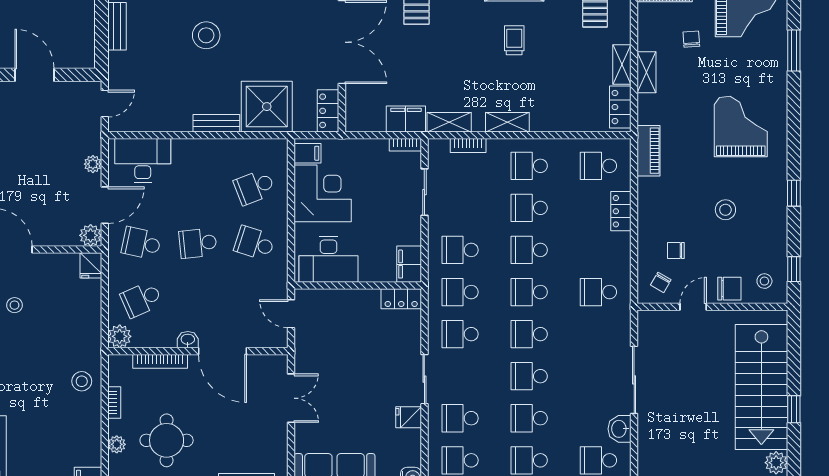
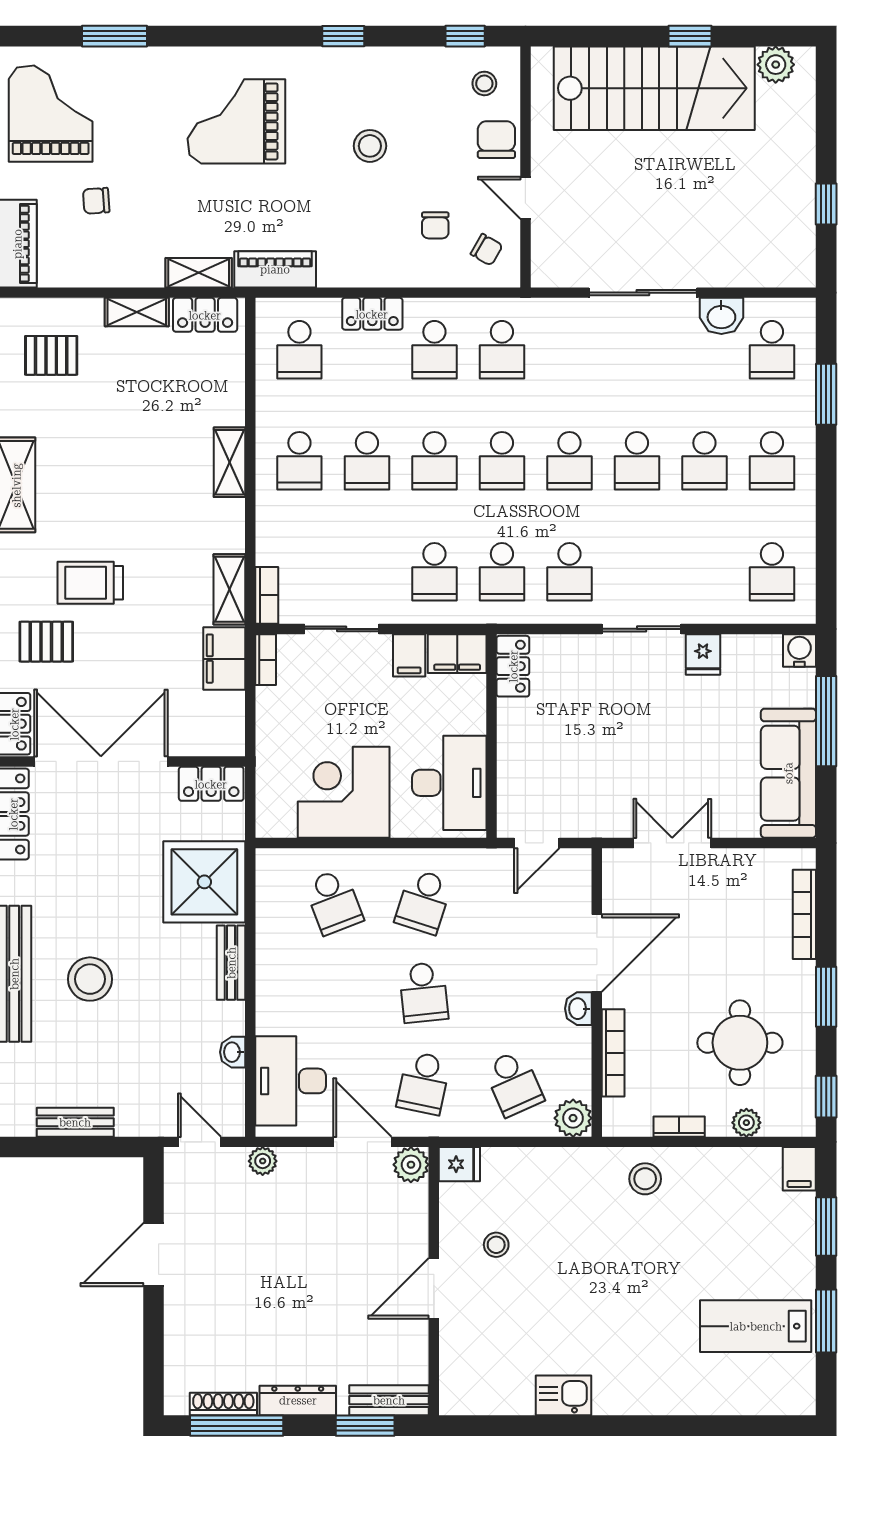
trolley: (514, 40) -> (90, 583), moved, width x1.36, depth x1.39
shelving: (646, 72) -> (199, 273), moved
shelving: (507, 122) -> (230, 462), moved
washbasin: (161, 124) -> (233, 1052), added
bookcase: (468, 145) -> (267, 595), moved
filing cabinet: (308, 153) -> (409, 655), moved, turned 180
plant: (93, 164) -> (263, 1161), moved
stool: (15, 305) -> (496, 1245), moved
school desk: (460, 418) -> (434, 350), moved

